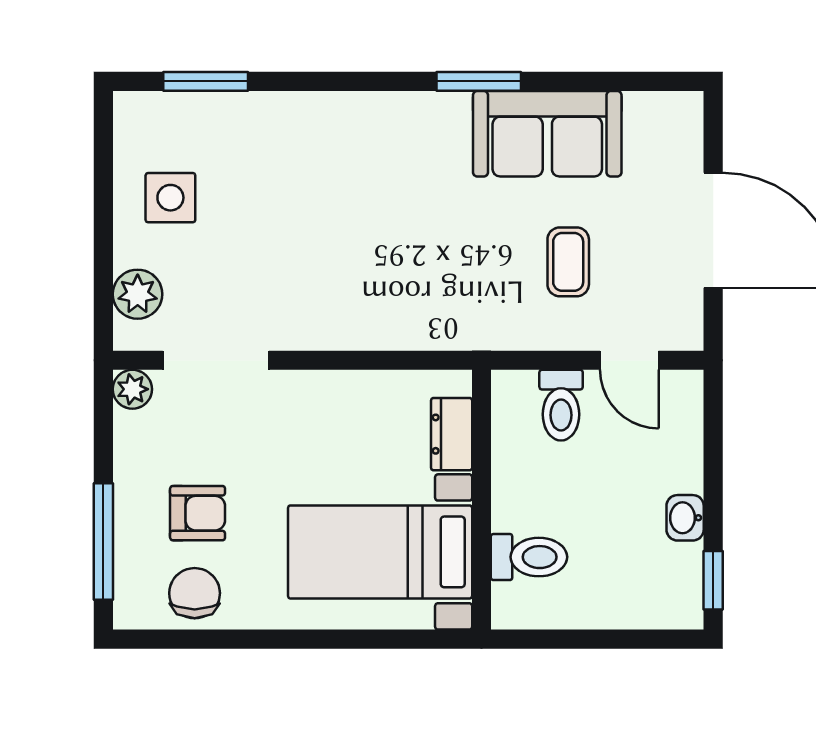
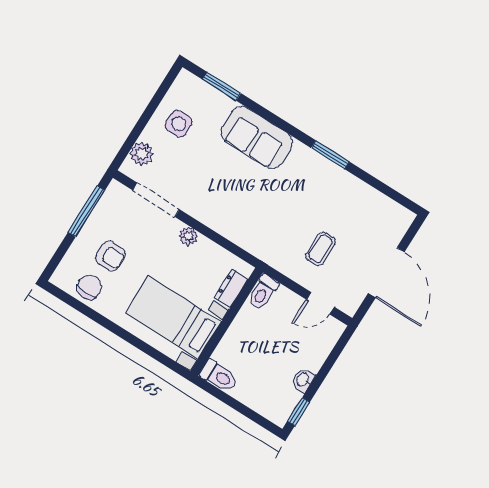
sofa: (547, 134) -> (257, 137), moved
door: (629, 360) -> (320, 303), hinge flipped
plant: (132, 389) -> (188, 236), moved
toilet: (561, 405) -> (263, 292), moved
window: (103, 541) -> (86, 211), moved
toilet: (529, 557) -> (219, 376), moved

